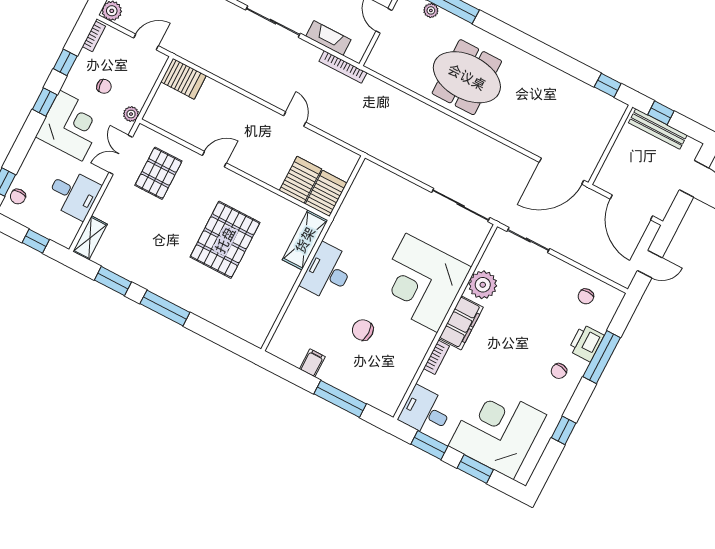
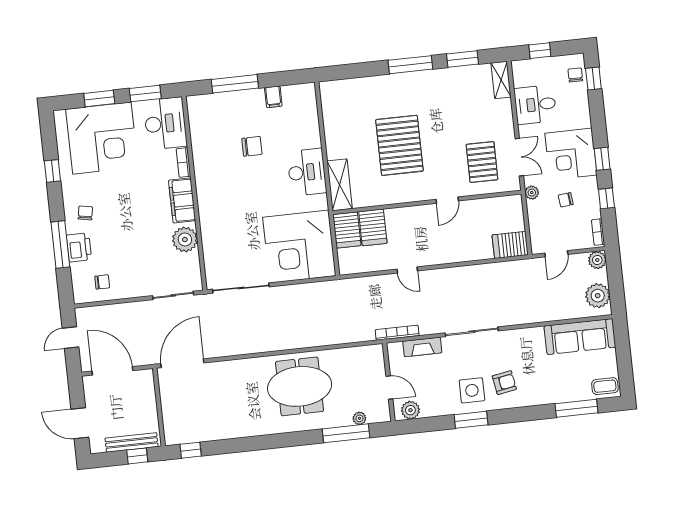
corner desk: (422, 283) -> (299, 247), moved, turned 180
chair: (586, 296) -> (102, 282), turned 90
desk: (426, 412) -> (165, 123), width x1.37

